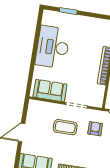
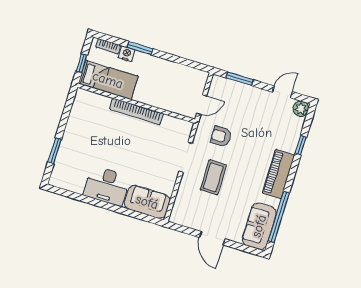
desk: (53, 47) -> (107, 186), width x0.73, depth x0.77
sofa: (50, 91) -> (147, 202), moved, turned 90

